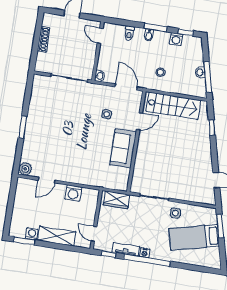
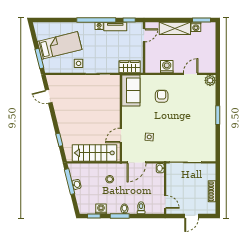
door: (126, 87) -> (137, 162), hinge flipped
sofa: (123, 148) -> (131, 90), moved
armchair: (85, 159) -> (162, 96), added
door: (94, 234) -> (144, 35), hinge flipped

